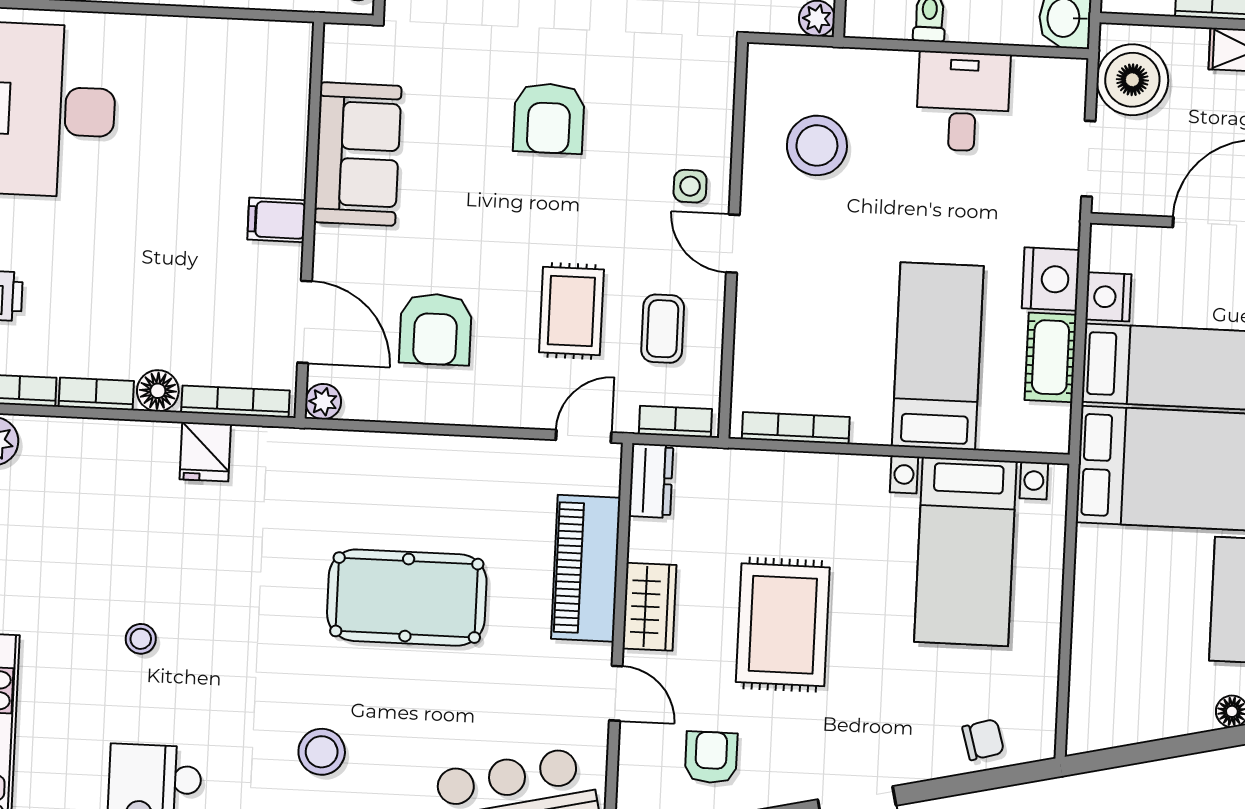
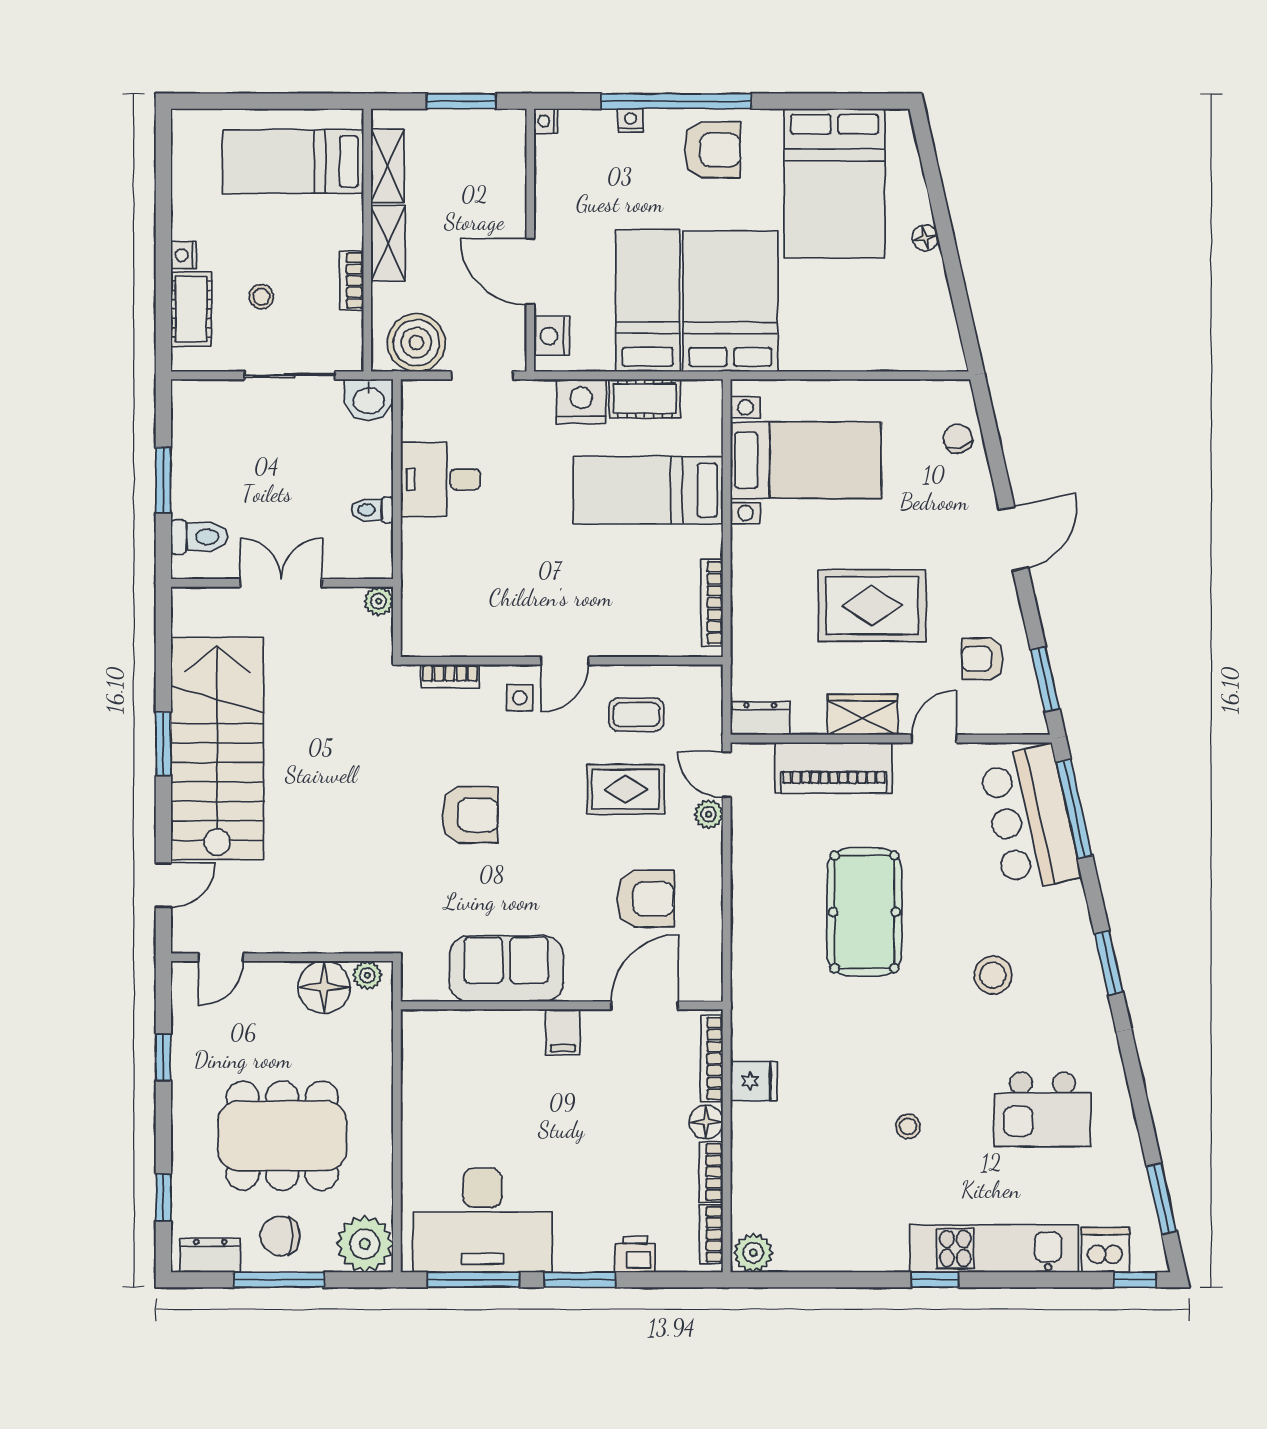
stool: (817, 145) -> (482, 596), removed
nightstand: (1108, 297) -> (552, 336), moved, turned 90
plant: (323, 402) -> (709, 814), moved
bookcase: (675, 422) -> (450, 676), moved, turned -90

